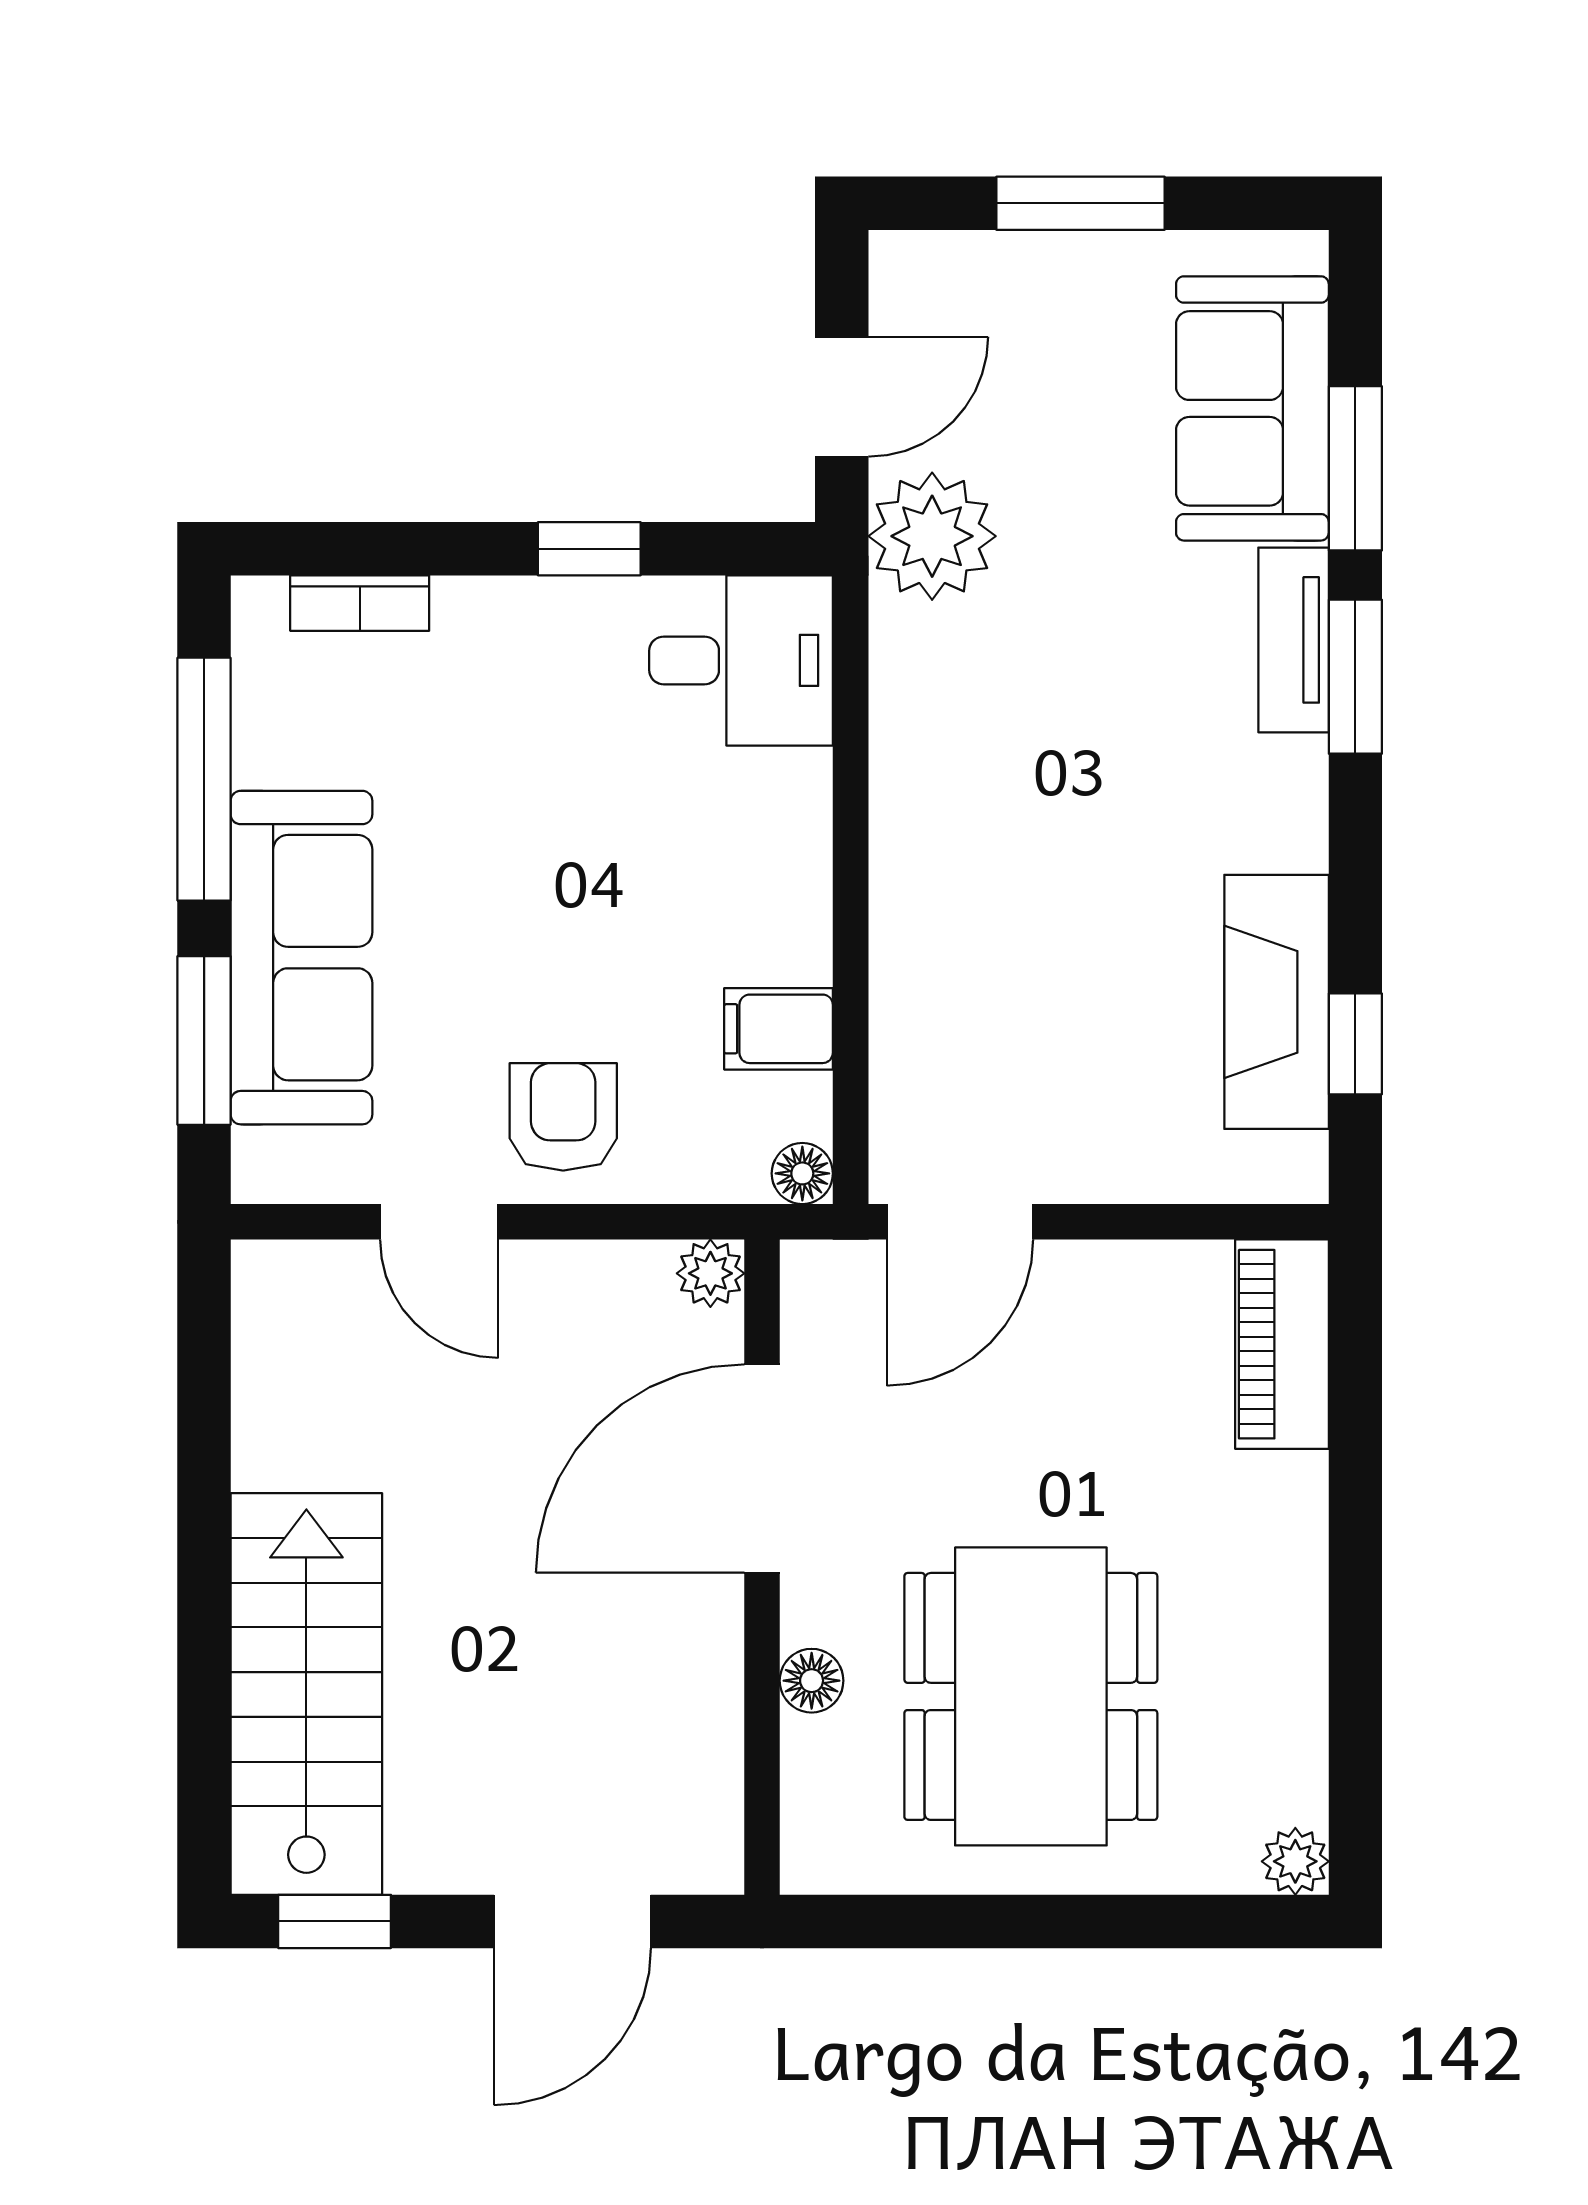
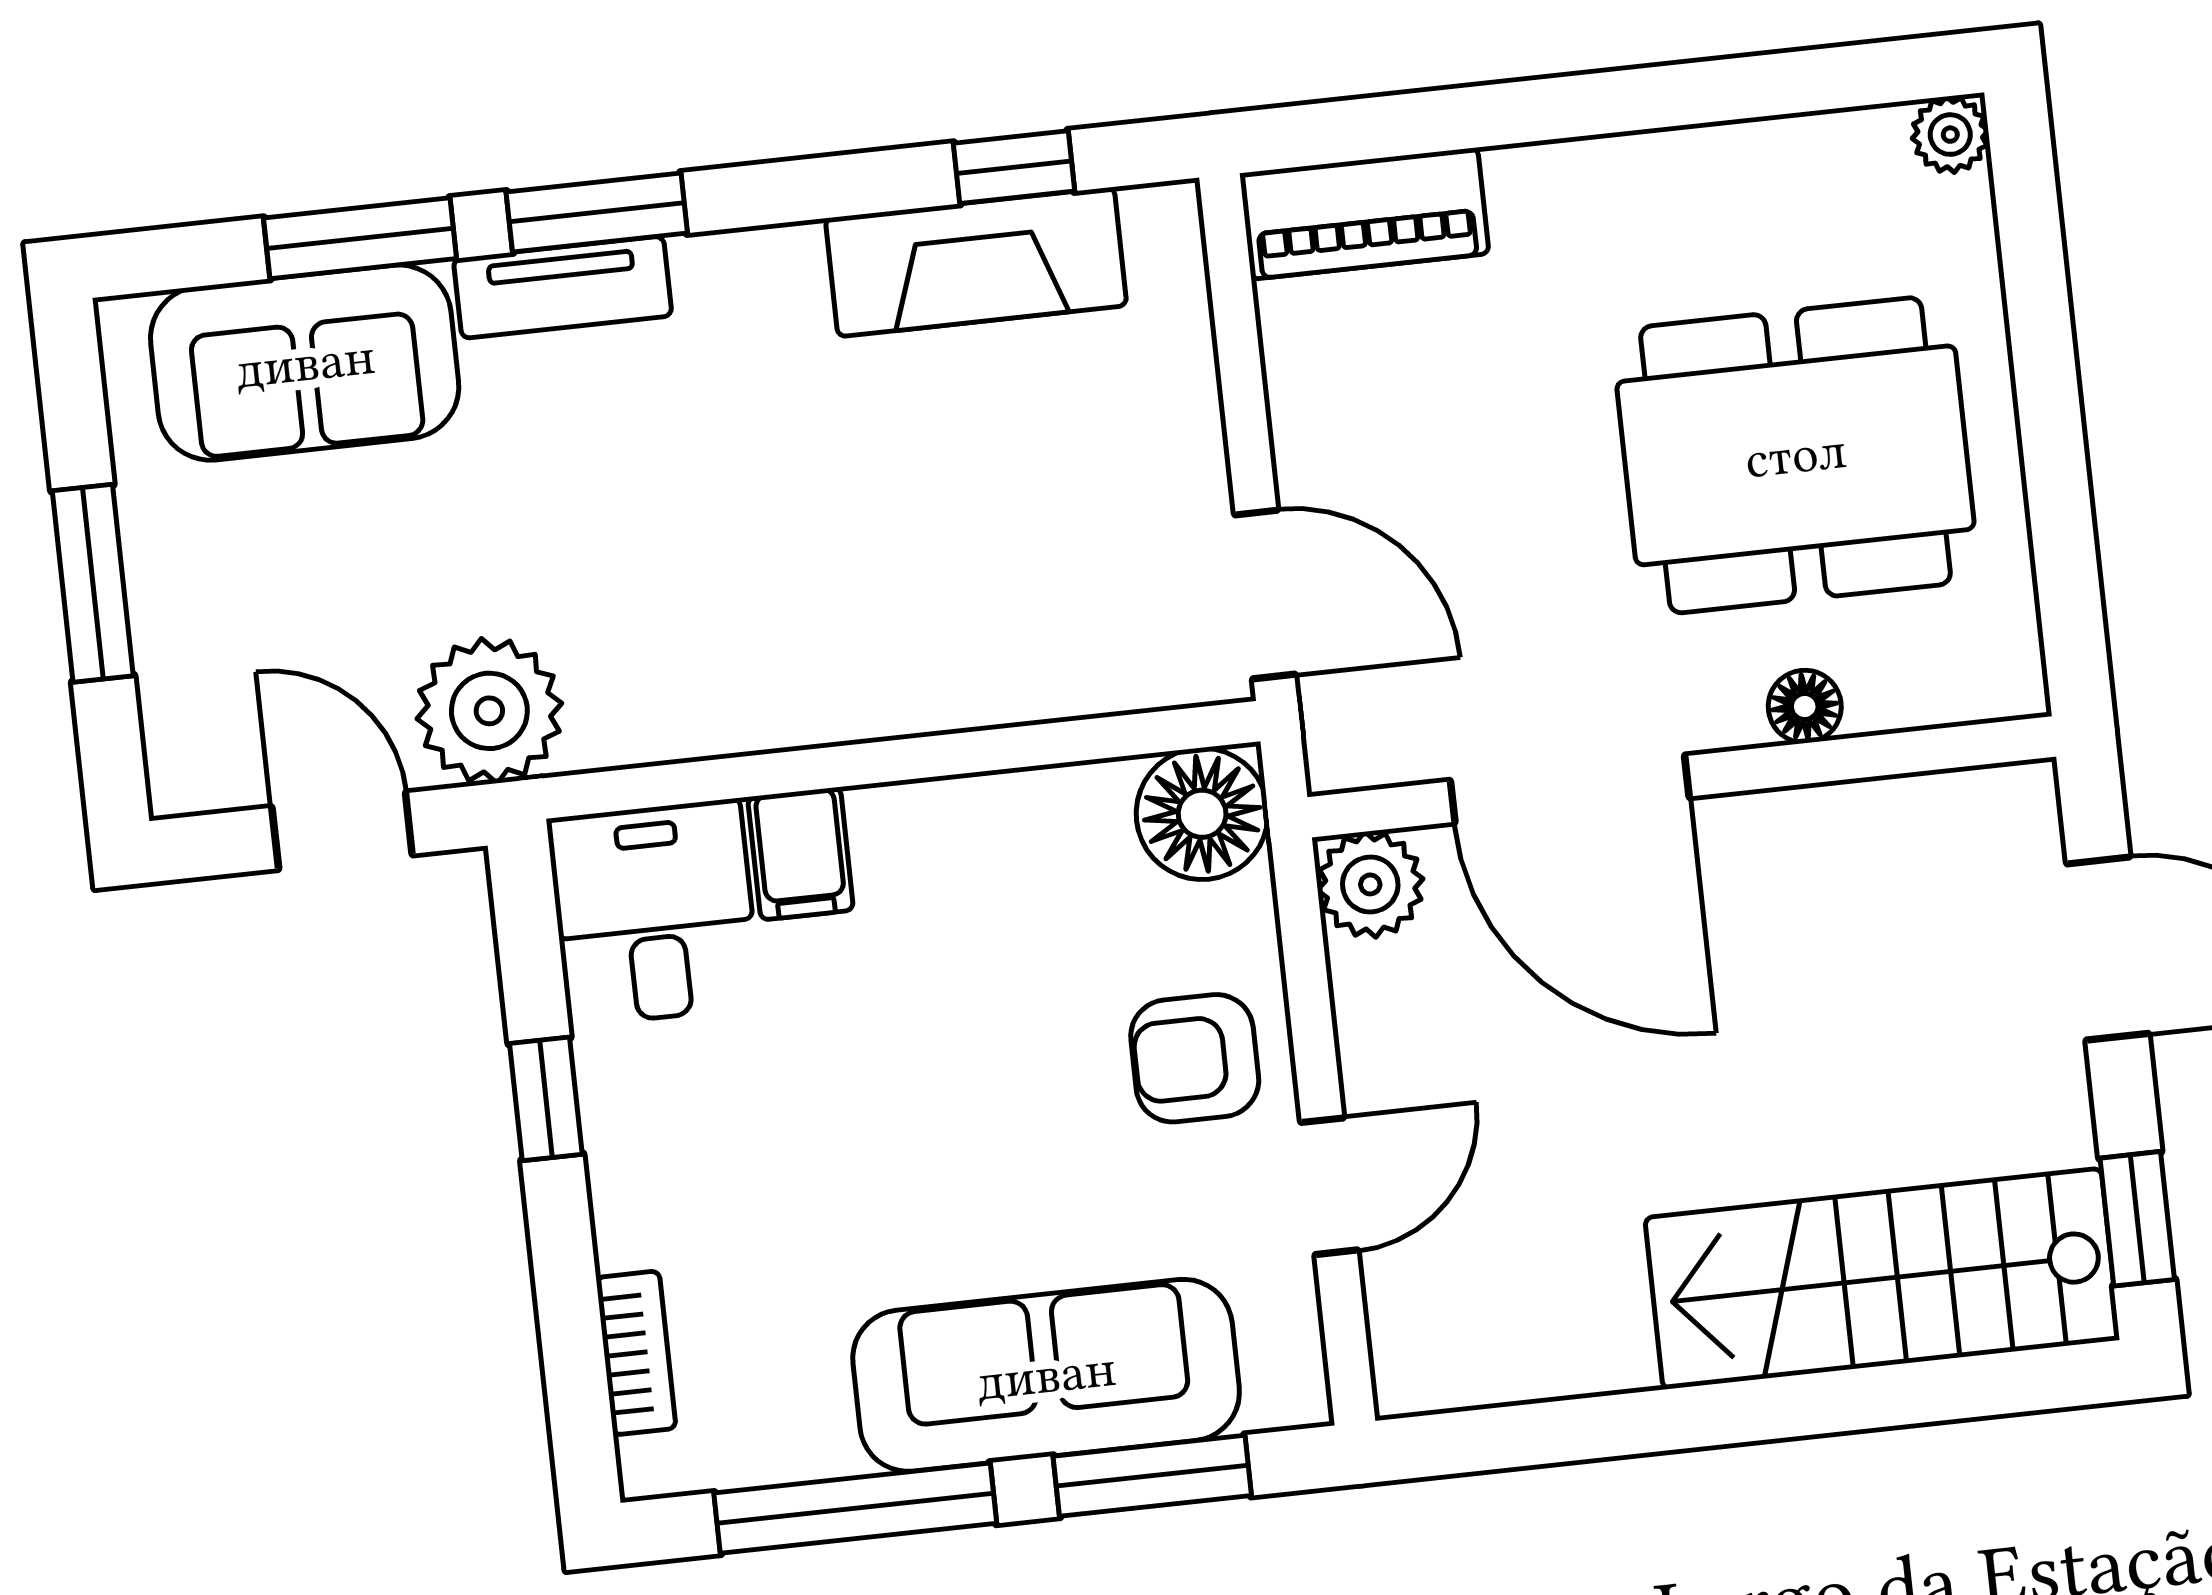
filing cabinet: (779, 1029) -> (801, 854), moved
floor lamp: (802, 1173) -> (1202, 814), width x1.89, depth x1.89
plant: (710, 1273) -> (1370, 884), width x1.38, depth x1.38

